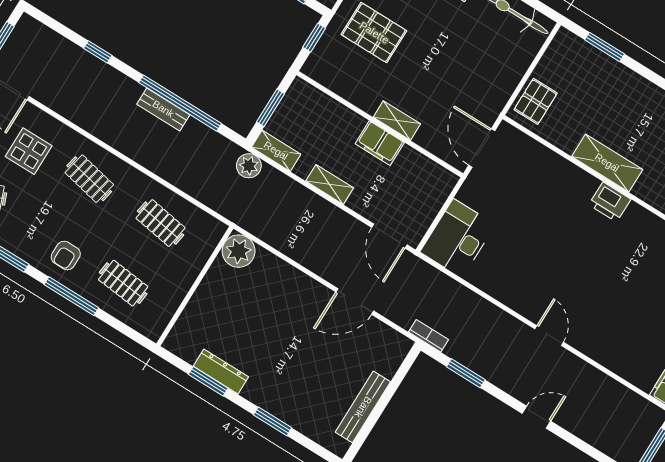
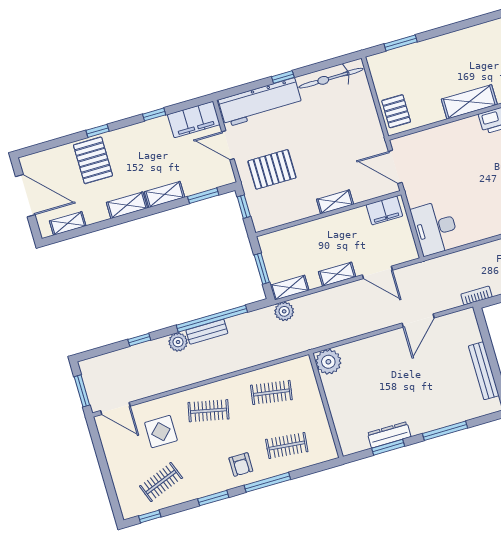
plant: (129, 91) -> (178, 342), added
filing cabinet: (380, 143) -> (384, 210), moved
door: (389, 236) -> (377, 272), moved
window: (273, 421) -> (445, 431), width x1.44

